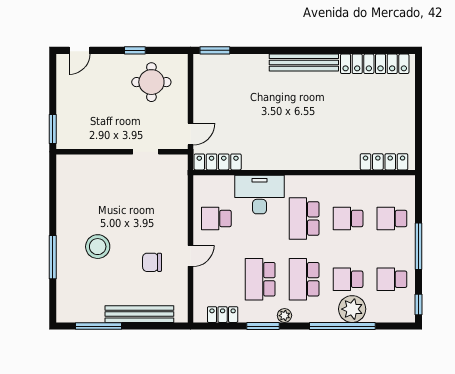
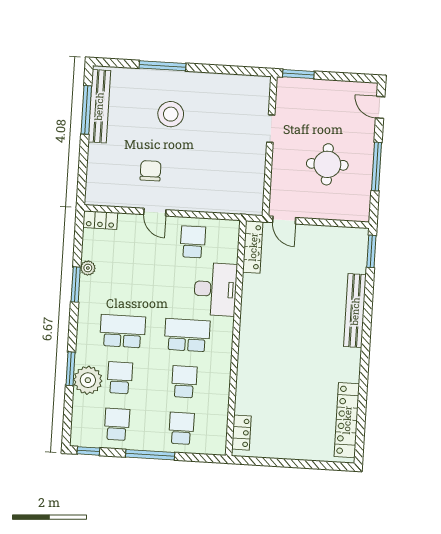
window: (135, 50) -> (377, 166), width x2.17
bench: (304, 62) -> (355, 311), moved
round table: (151, 82) -> (327, 164), moved
doorway: (146, 152) -> (271, 129), moved
locker: (384, 162) -> (242, 433), width x0.66
school desk: (260, 279) -> (125, 285), removed
bench: (139, 314) -> (99, 106), moved
locker: (223, 315) -> (100, 220), moved, turned 90
plant: (284, 316) -> (88, 268), moved
window: (342, 326) -> (70, 369), width x0.47

